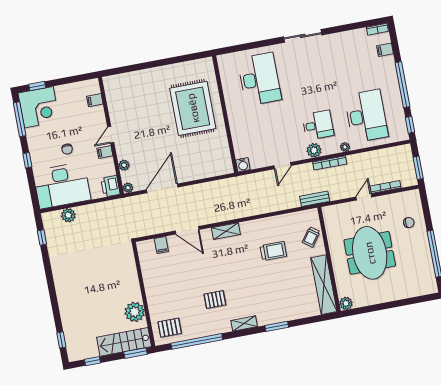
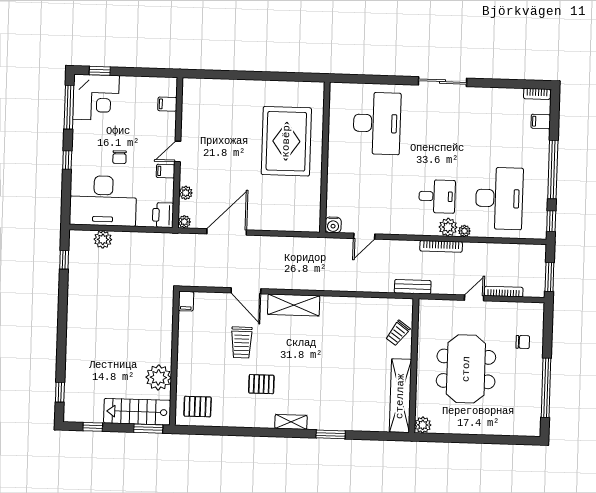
plant: (314, 150) -> (448, 227), moved
door: (282, 166) -> (364, 236), moved
shelving: (226, 231) -> (294, 305), width x1.50, depth x1.33
filing cabinet: (161, 245) -> (186, 301), moved
trolley: (273, 251) -> (242, 342), moved, turned 90
window: (197, 341) -> (227, 431), removed

